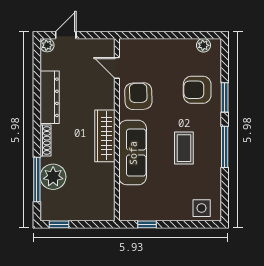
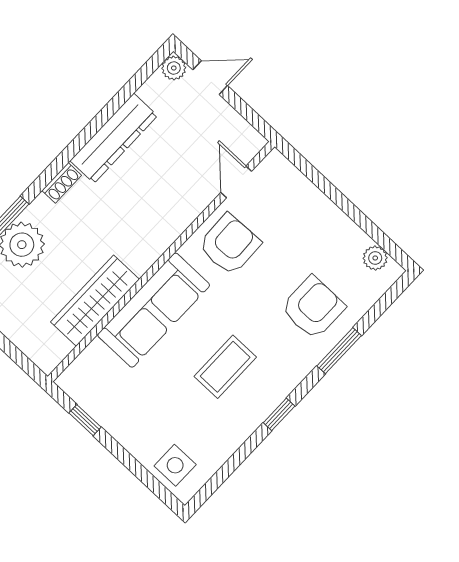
armchair: (197, 90) -> (313, 308), turned 90
wardrobe: (105, 136) -> (95, 301), moved
shoe rack: (46, 141) -> (62, 183), width x0.70
window: (225, 147) -> (279, 414), width x0.46

